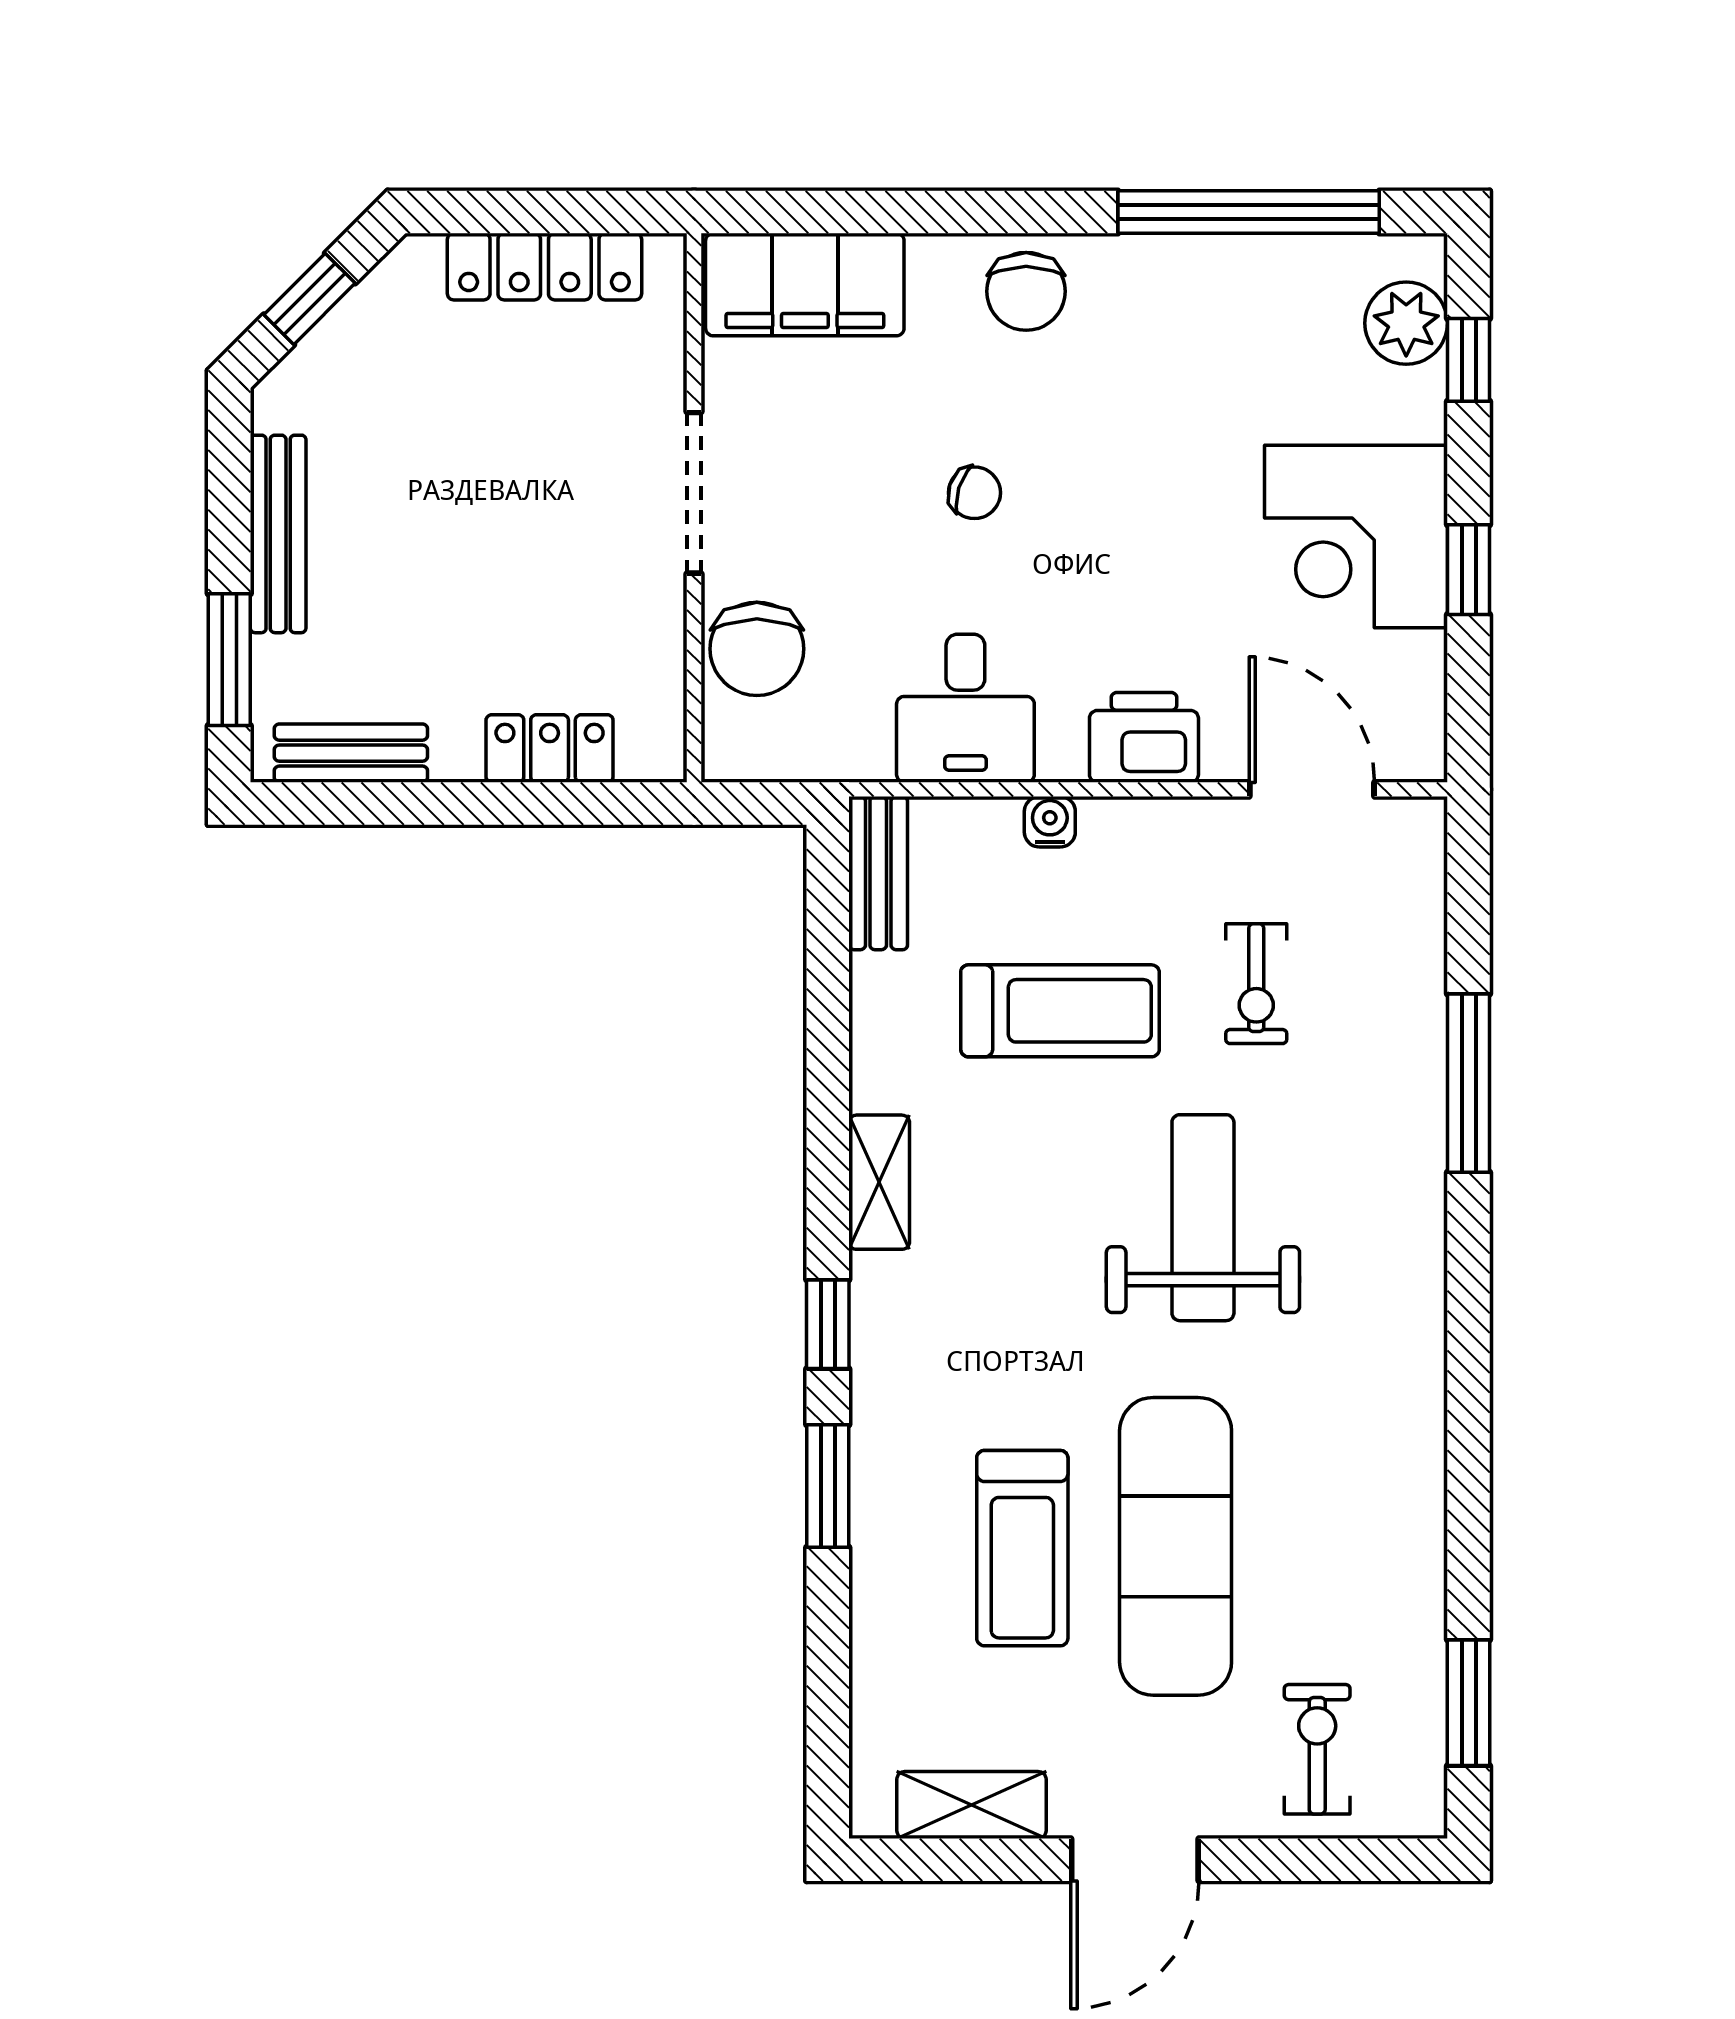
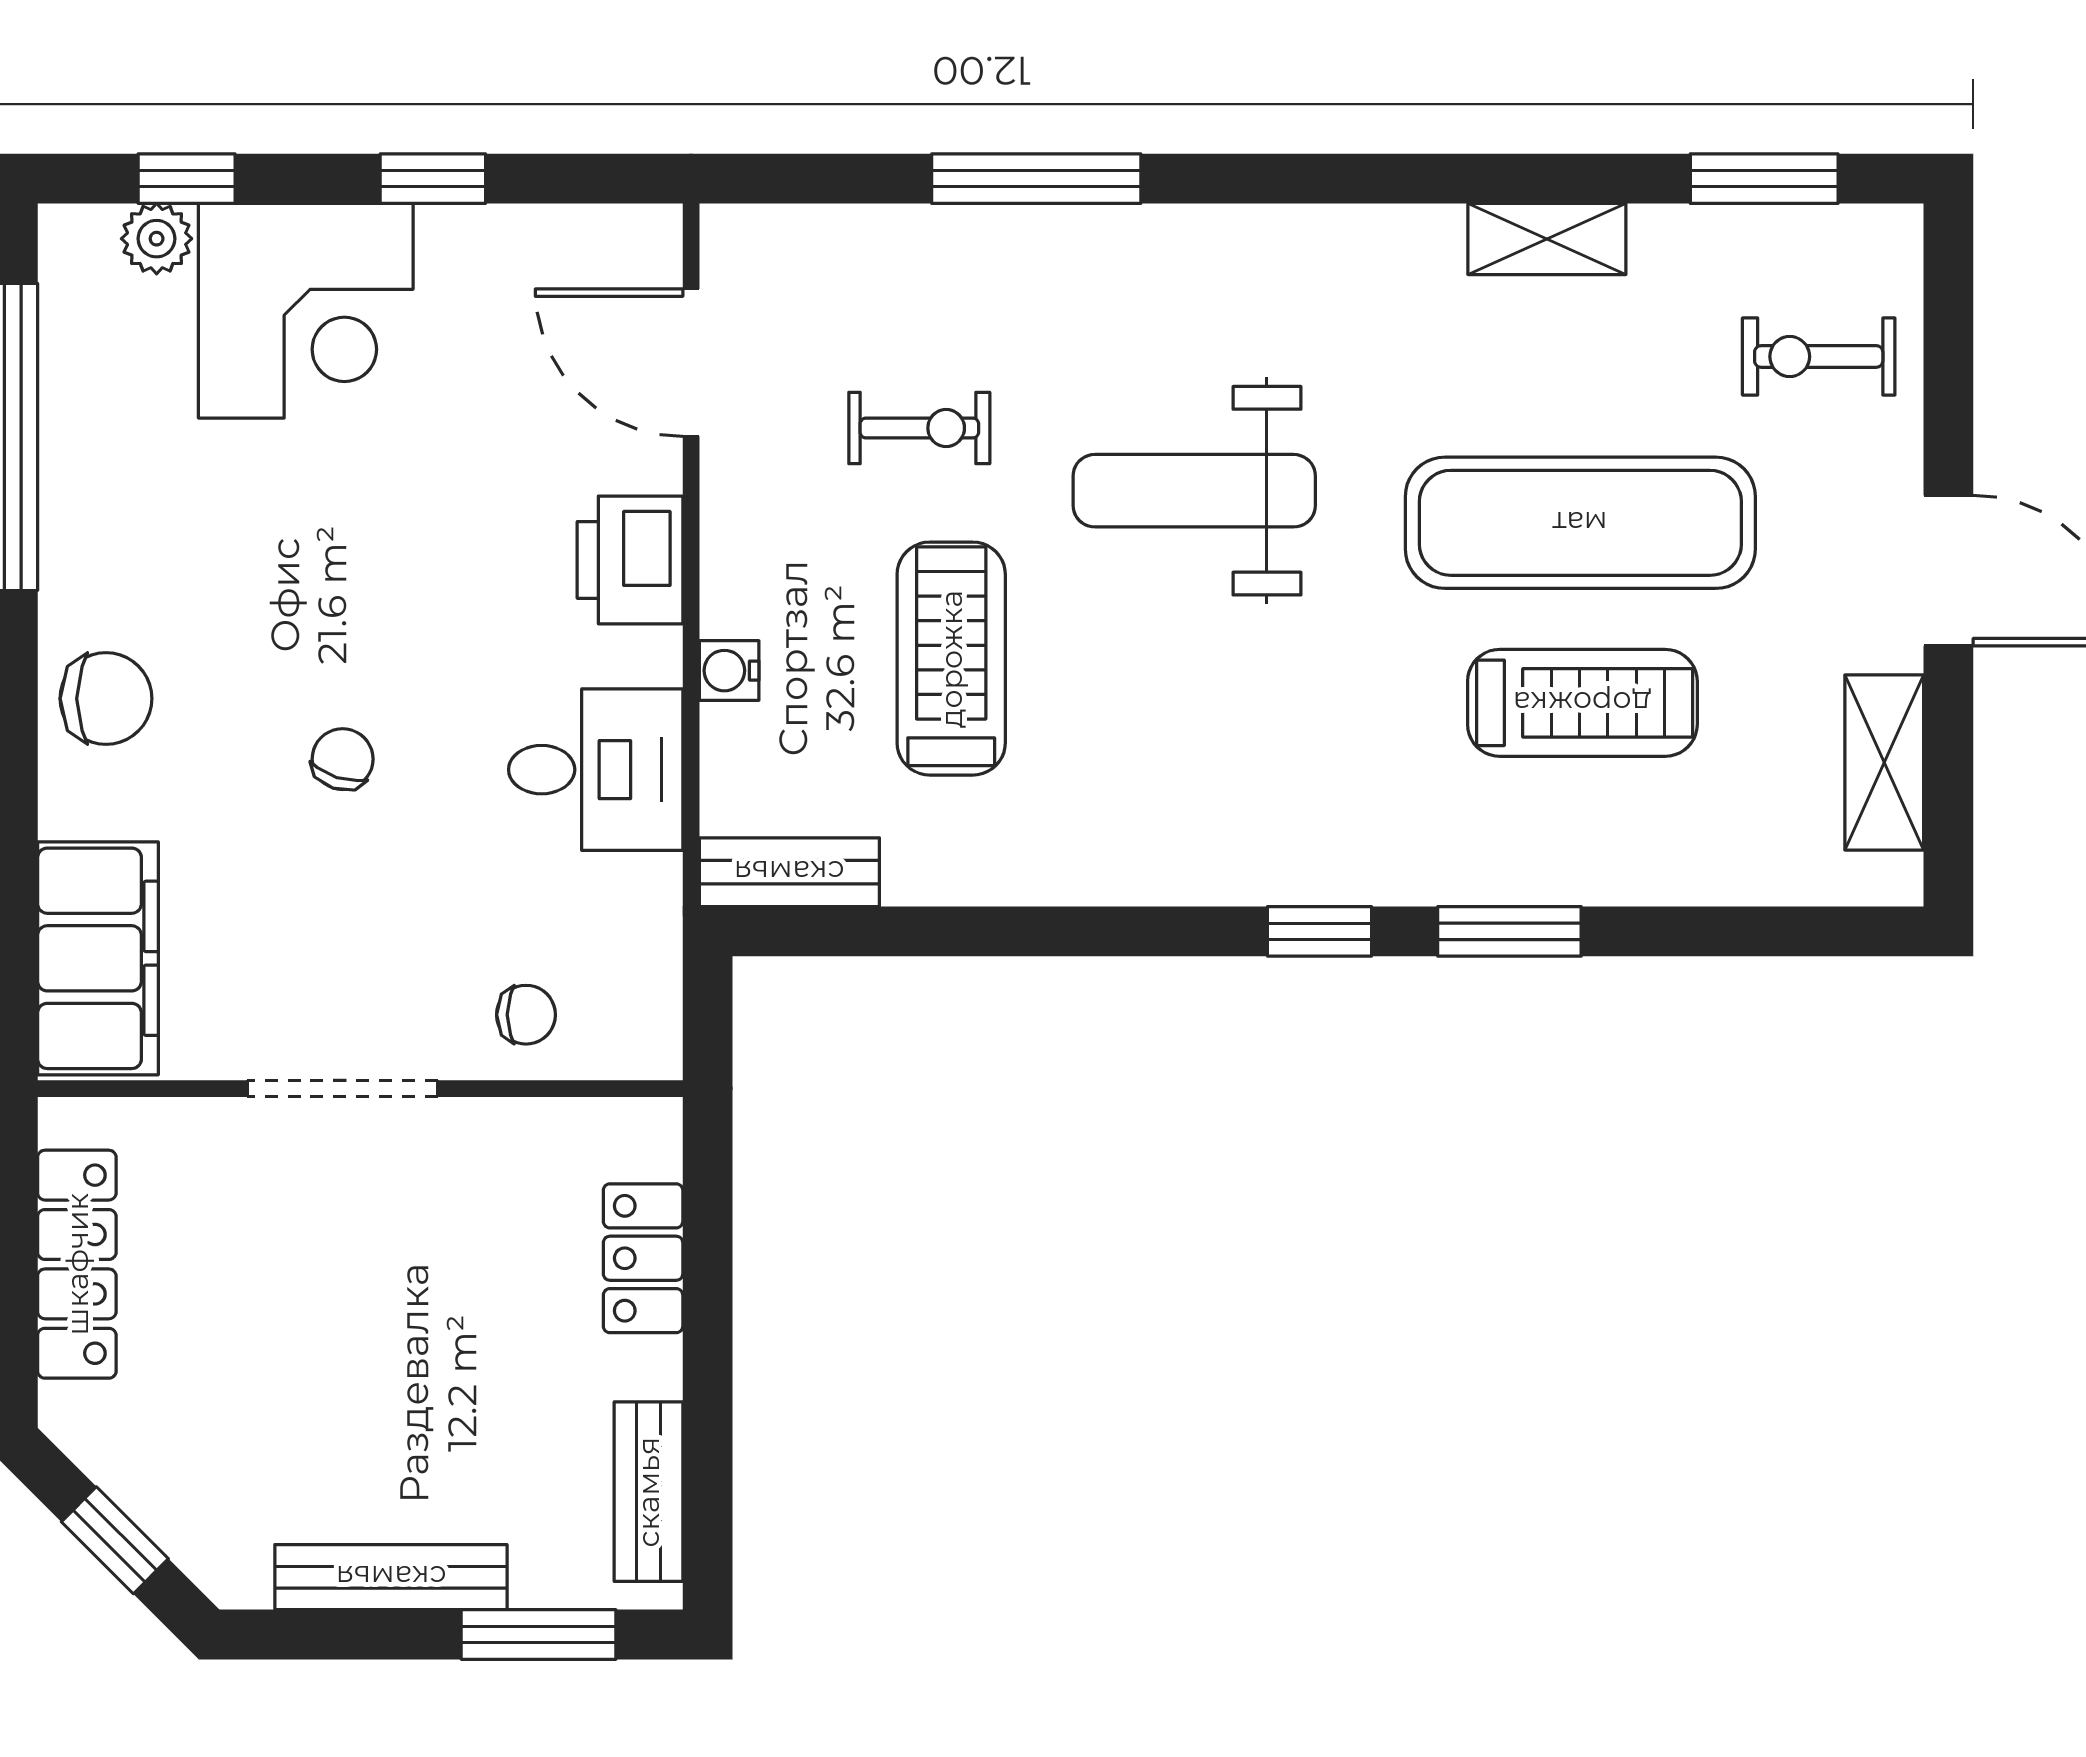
plant: (1406, 323) -> (157, 239), width x0.73, depth x0.73
corner desk: (1356, 536) -> (306, 311), moved
chair: (757, 649) -> (526, 1015), width x0.54, depth x0.54
door: (1312, 789) -> (691, 363), hinge flipped
shelving: (879, 1182) -> (1547, 239), moved

